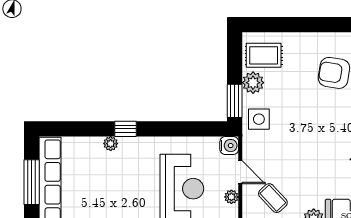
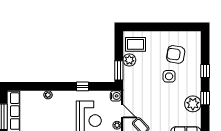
side table: (259, 119) -> (169, 76), moved
window: (125, 129) -> (83, 86), moved

